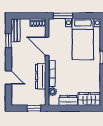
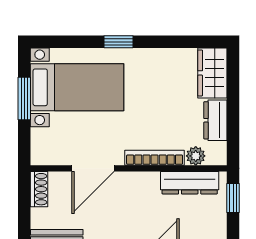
window: (63, 16) -> (24, 99), moved
dresser: (41, 76) -> (190, 183), moved

